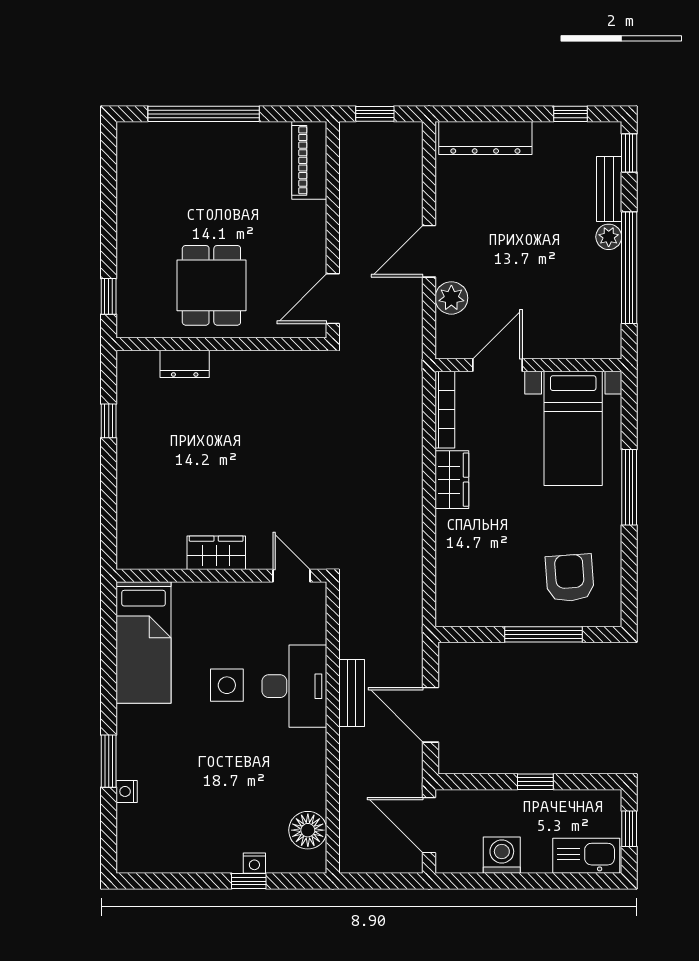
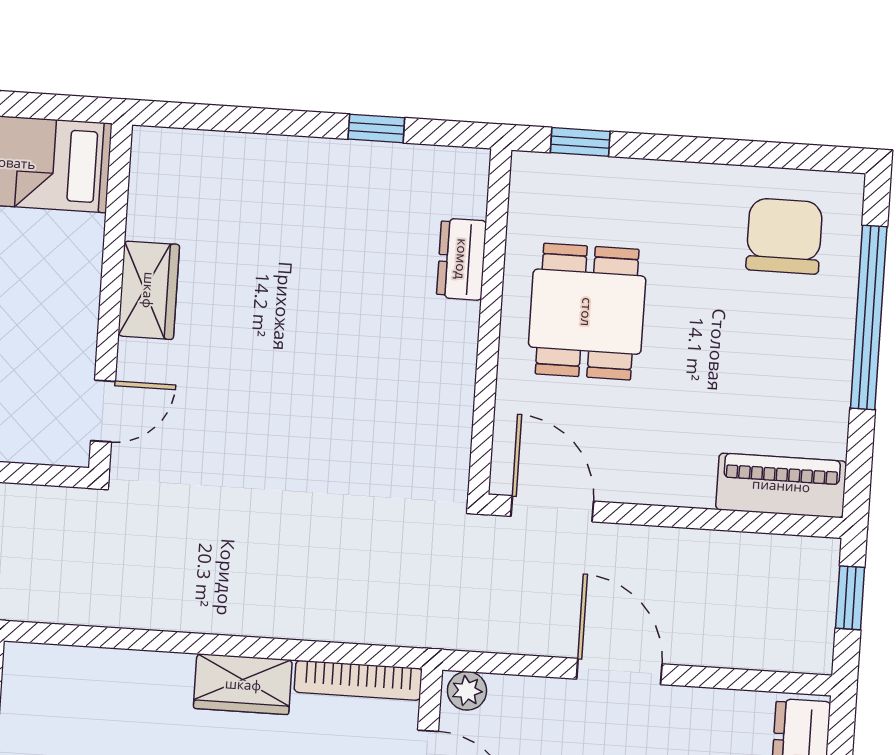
chair: (158, 169) -> (784, 236), added
dining table: (211, 285) -> (587, 312), turned 90
plant: (451, 298) -> (467, 691), moved, width x0.73, depth x0.73

